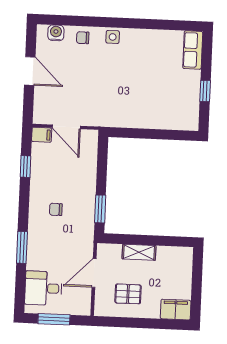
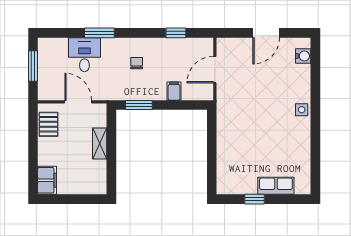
chair: (83, 38) -> (300, 82), removed
row of seats: (193, 50) -> (276, 186), moved
filing cabinet: (42, 135) -> (174, 91), moved, turned 180
desk: (43, 288) -> (84, 55), moved
pallet: (128, 294) -> (49, 124), moved

